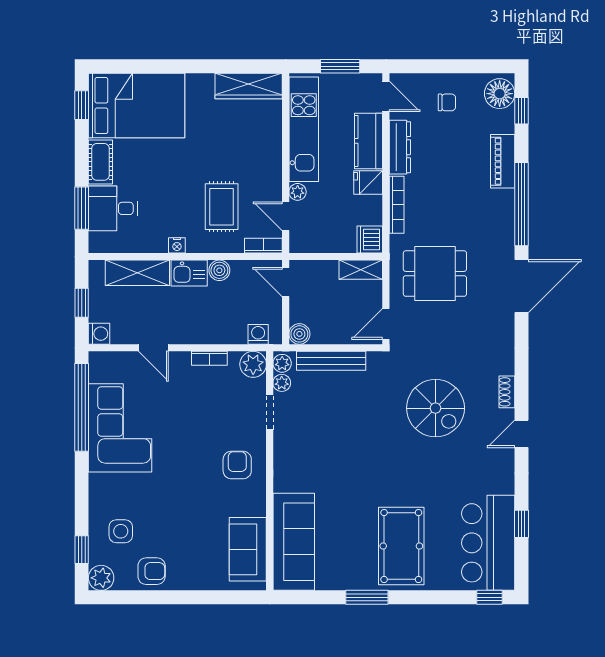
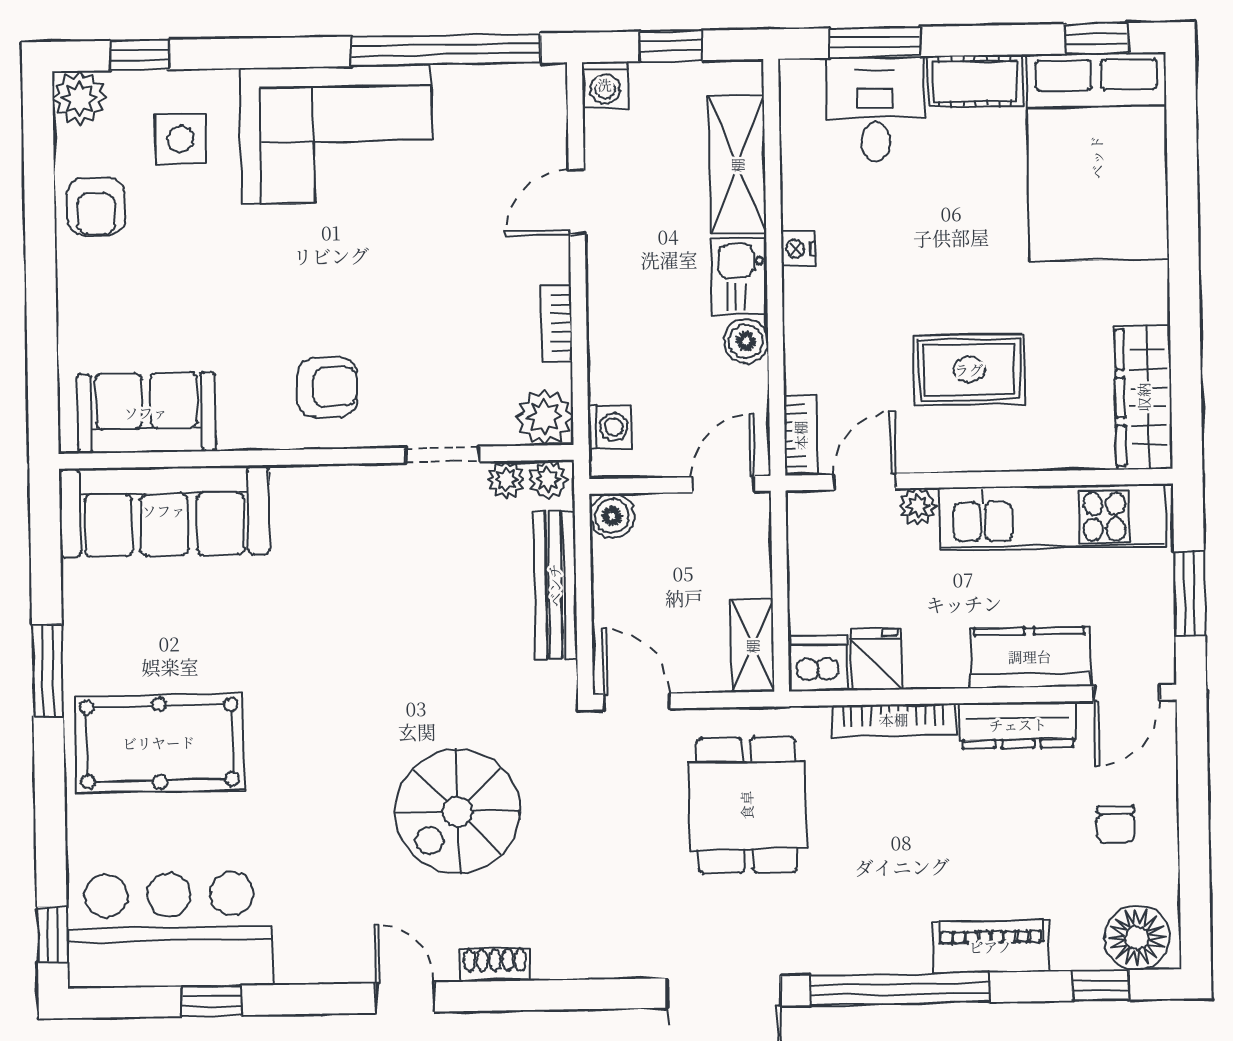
fridge: (368, 183) -> (877, 659), moved
rug: (222, 207) -> (969, 370), moved
corner sofa: (120, 428) -> (336, 134), moved

